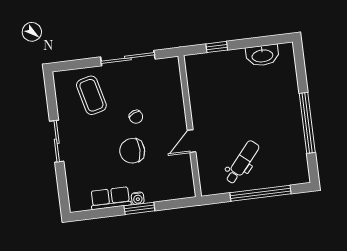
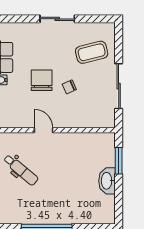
window: (217, 47) -> (119, 161), width x1.50
washbasin: (262, 55) -> (107, 181), moved

